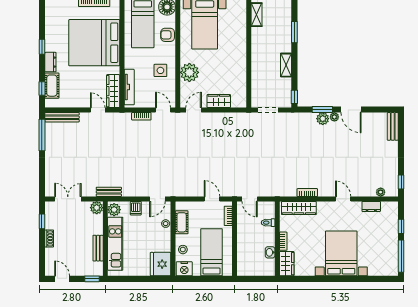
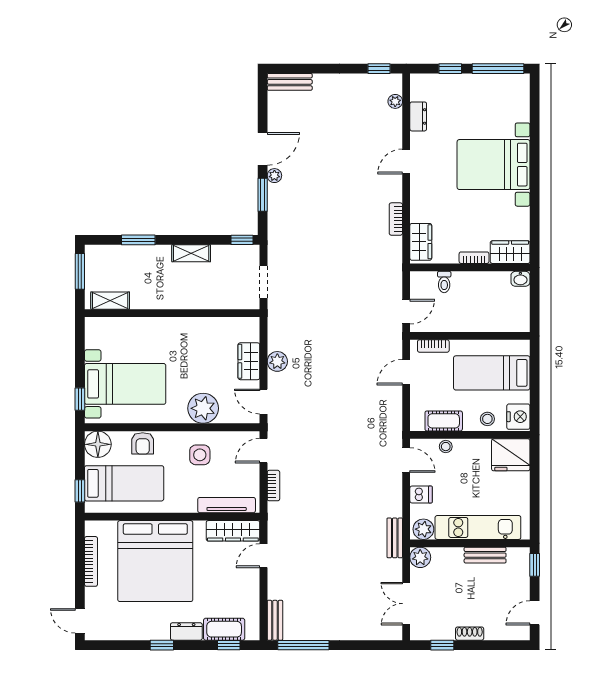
bench: (62, 117) -> (275, 620), width x0.73
plant: (323, 119) -> (277, 361), moved
wardrobe: (299, 208) -> (421, 242), width x0.67
washbasin: (270, 252) -> (520, 279), moved

